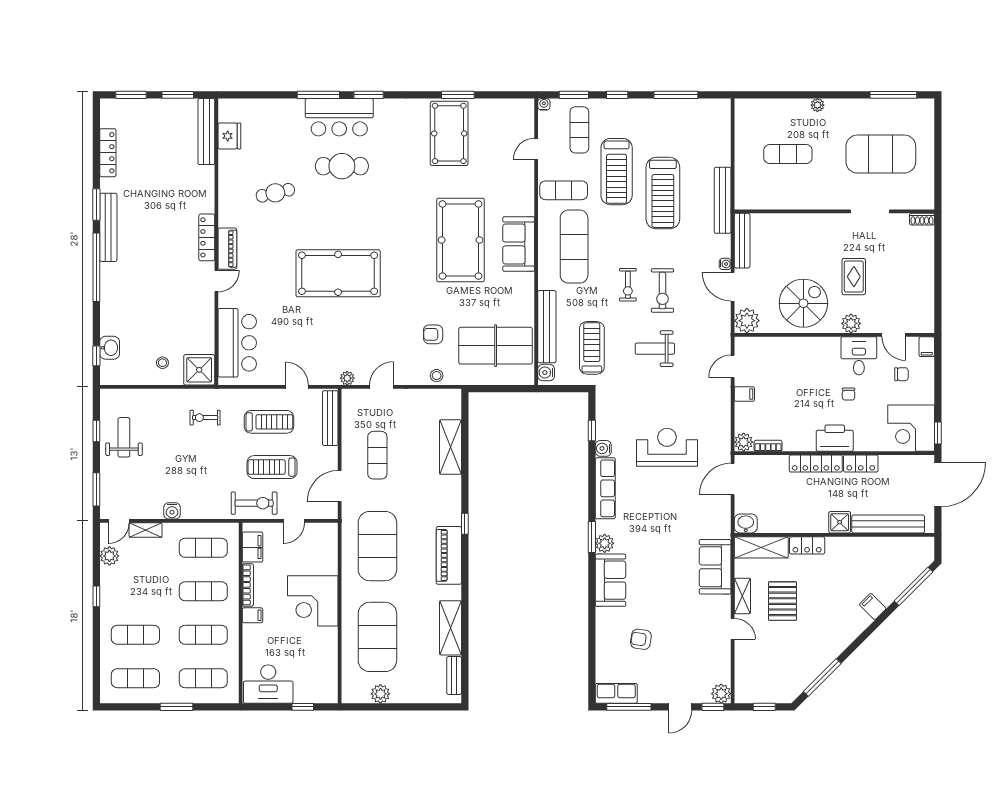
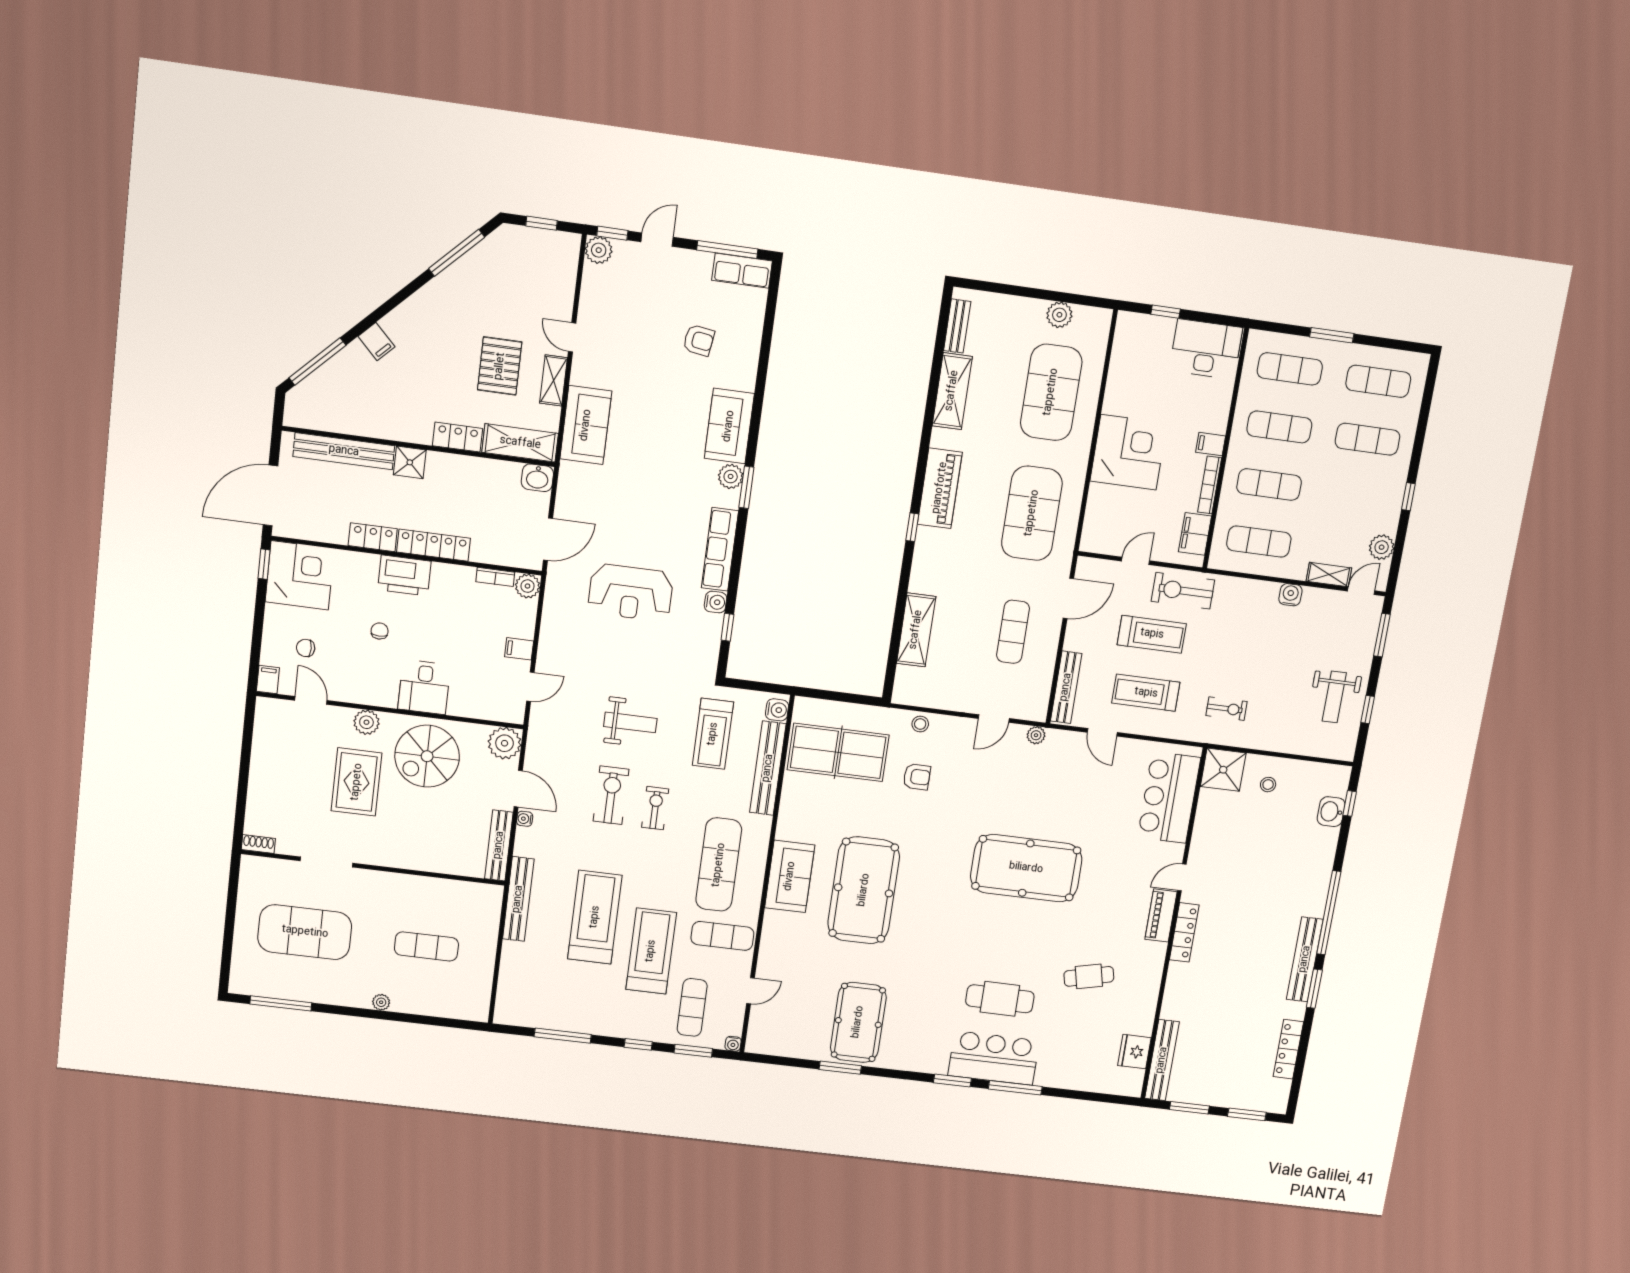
rug: (854, 277) -> (357, 782), width x1.36, depth x1.43
desk: (859, 356) -> (424, 687), moved

